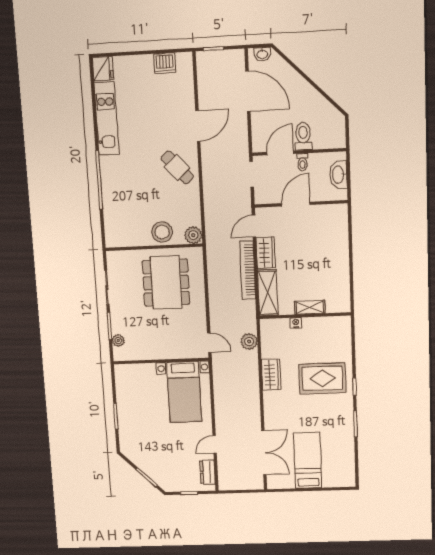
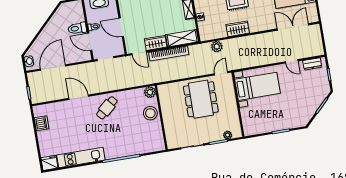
dining table: (166, 283) -> (201, 99), moved, turned 90

